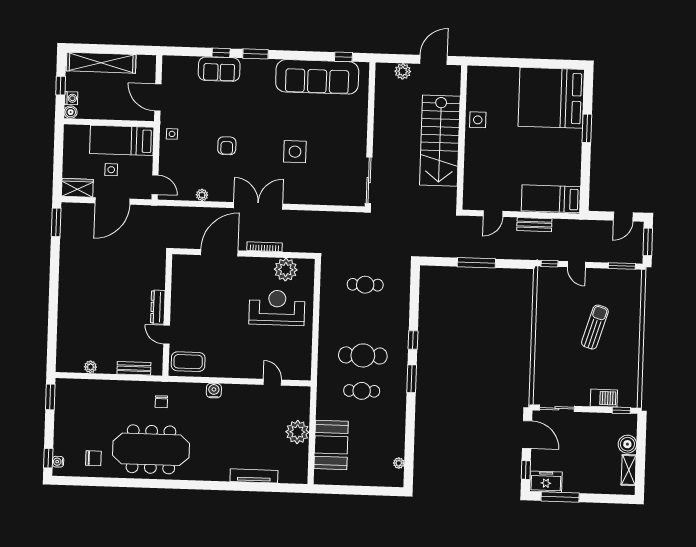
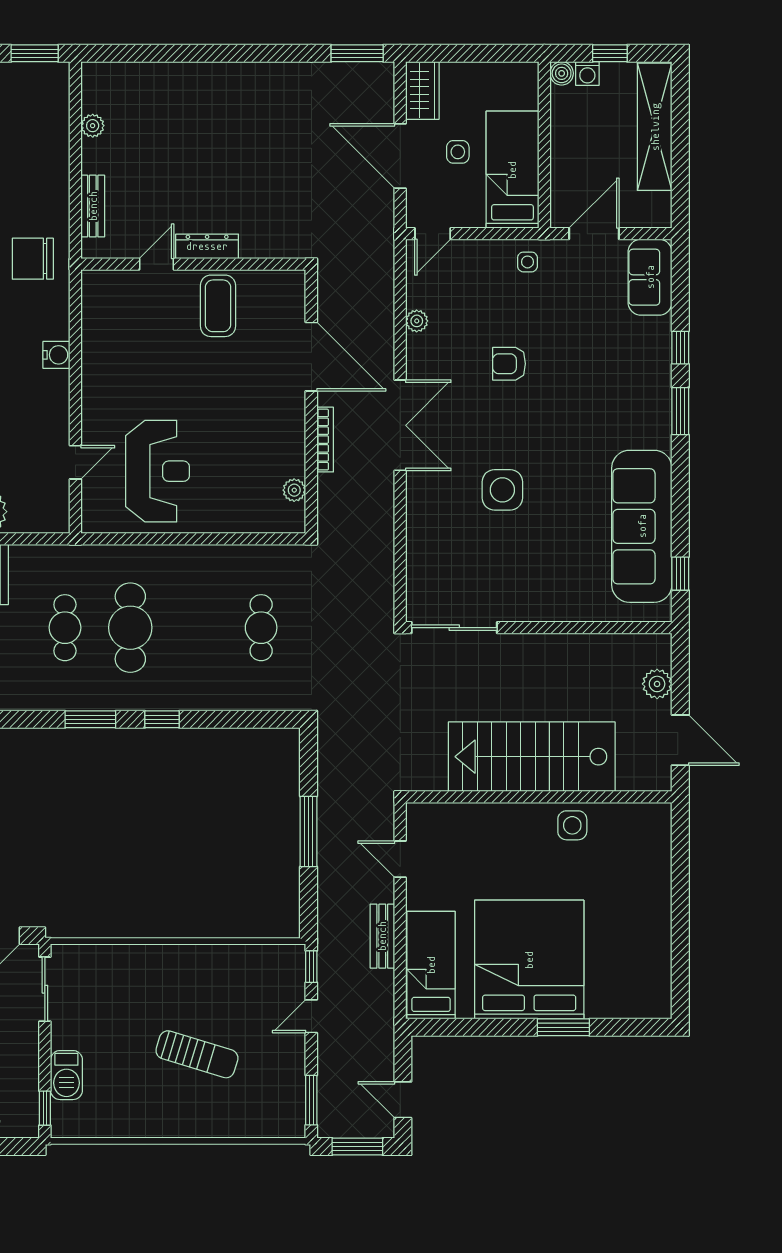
sofa: (219, 69) -> (650, 277), moved
bed: (551, 98) -> (529, 960), moved
plant: (286, 270) -> (294, 490), width x0.53, depth x0.53
reception desk: (277, 308) -> (158, 471), moved
coffee table: (188, 362) -> (218, 306), moved
chair: (161, 402) -> (33, 259), width x1.87, depth x1.87

